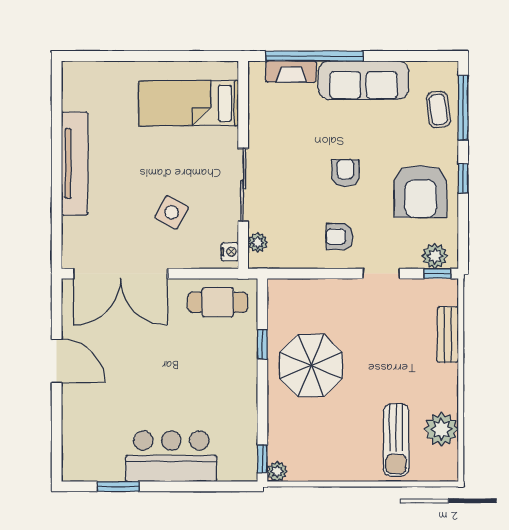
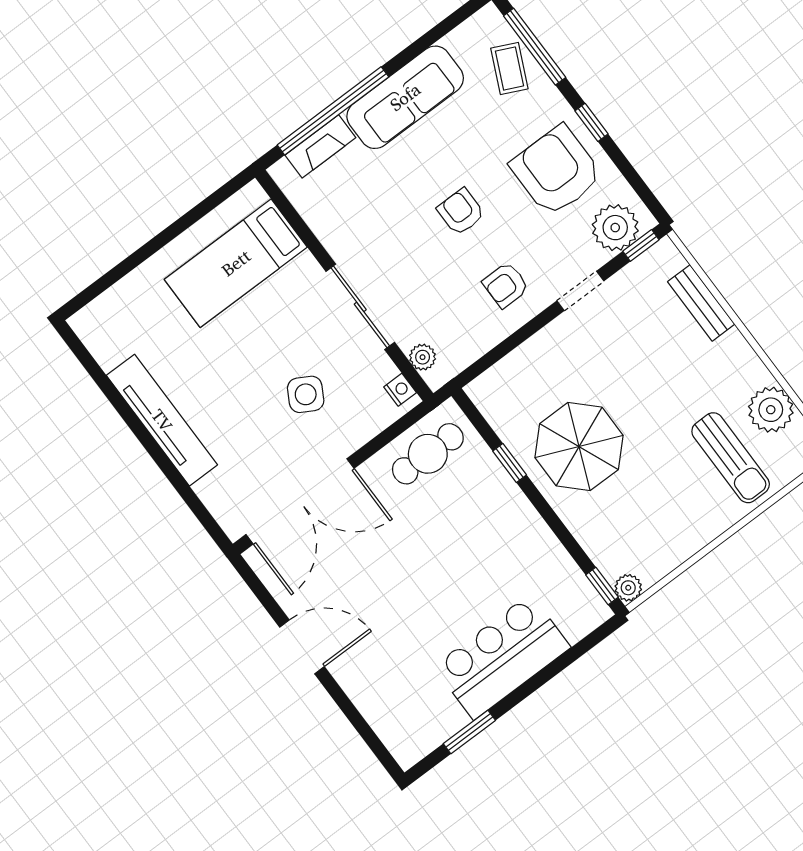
coffee table: (438, 110) -> (509, 69), turned 33
armchair: (421, 191) -> (556, 171), turned 180
plant: (435, 256) -> (615, 228), width x1.36, depth x1.36

